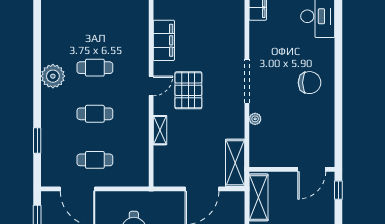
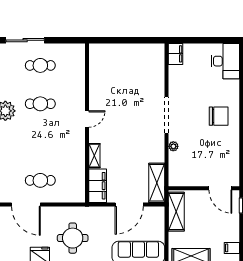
filing cabinet: (164, 40) -> (98, 186), moved
pallet: (188, 90) -> (118, 123), removed
cafe table: (95, 114) -> (40, 65), moved
door: (312, 169) -> (220, 188), hinge flipped

